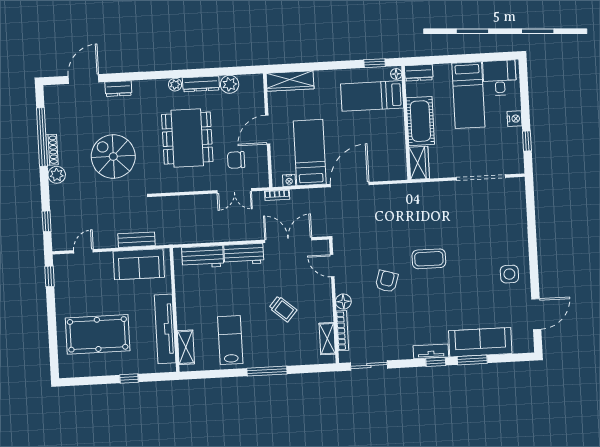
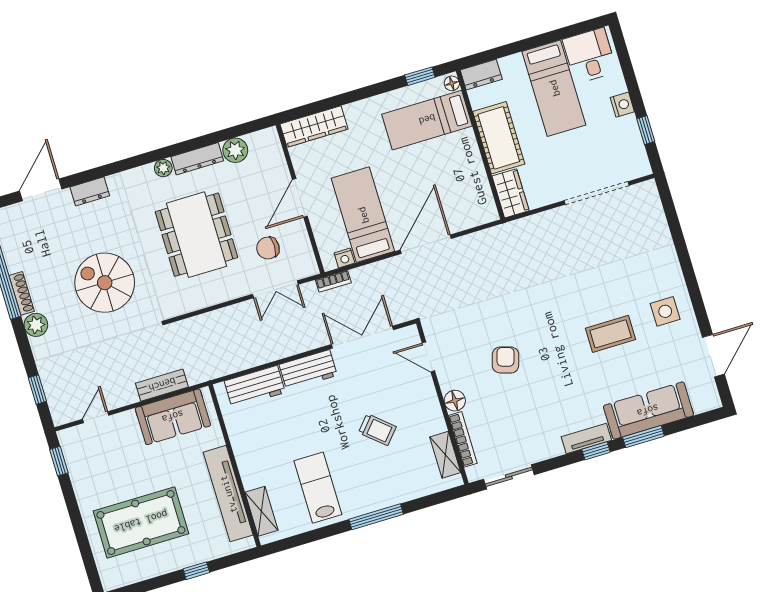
coffee table: (429, 259) -> (611, 334), moved

